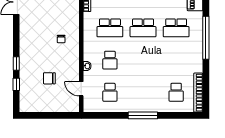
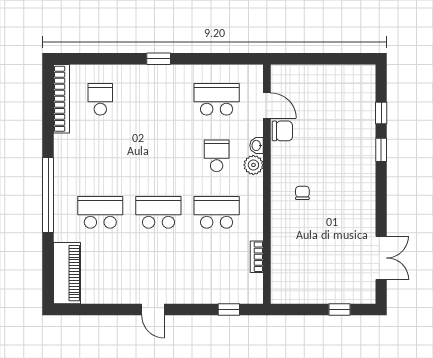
plant: (89, 55) -> (253, 165), added
chair: (49, 78) -> (282, 131), moved
school desk: (110, 92) -> (217, 99), width x1.85
window: (143, 115) -> (159, 59), width x0.46

